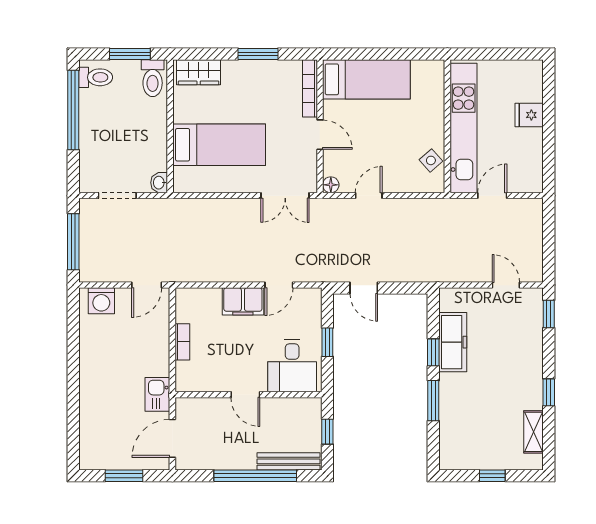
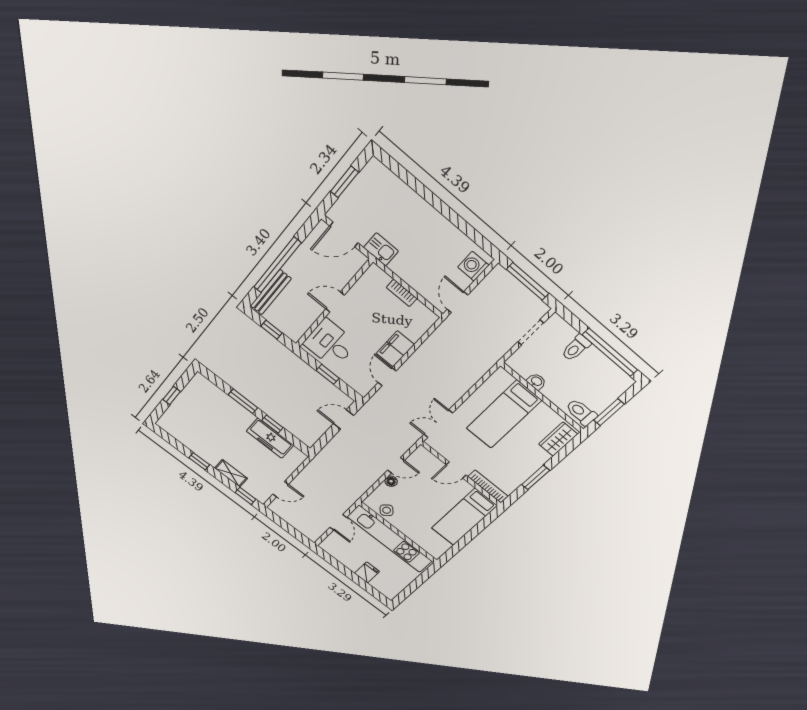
toilet: (96, 77) -> (576, 348), moved
washbasin: (159, 183) -> (536, 381), moved
floor lamp: (331, 185) -> (391, 481), moved
door: (369, 196) -> (396, 465), hinge flipped
shelving: (534, 432) -> (231, 473), moved
door: (172, 438) -> (344, 234), swing flipped

